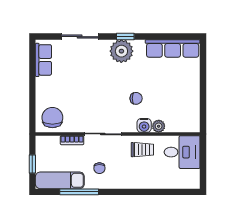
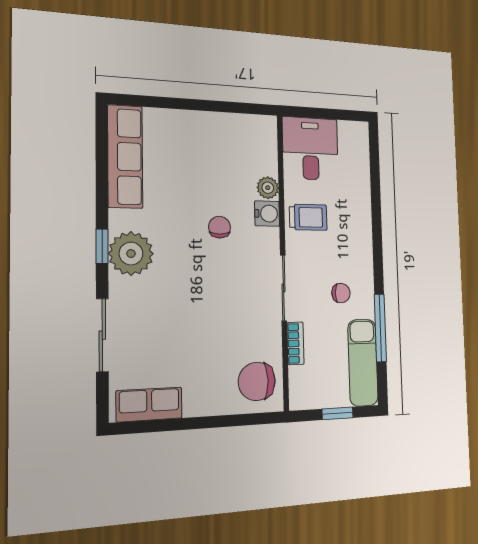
trolley: (142, 150) -> (308, 217), turned 90

